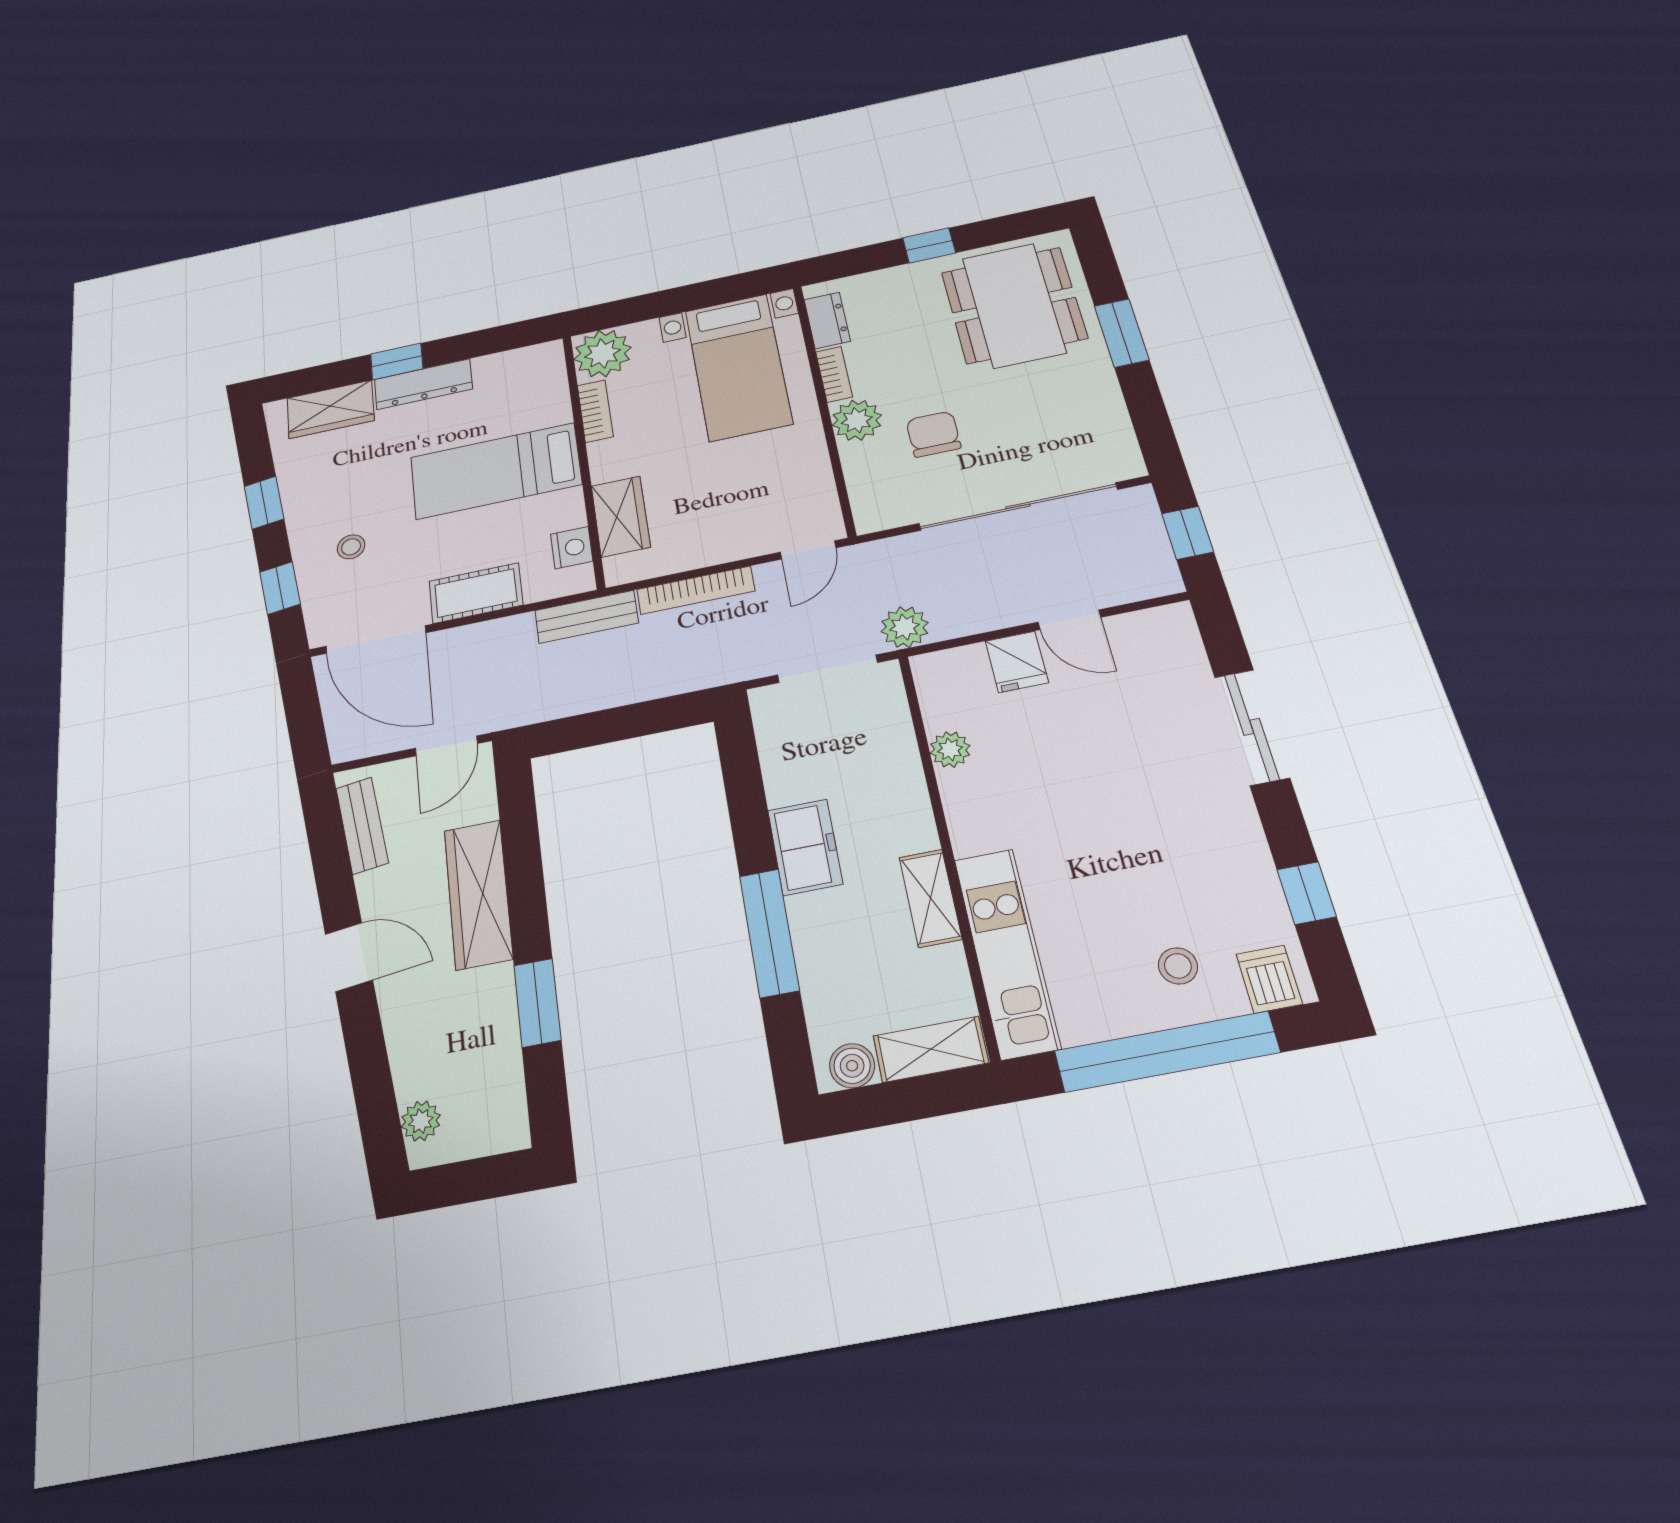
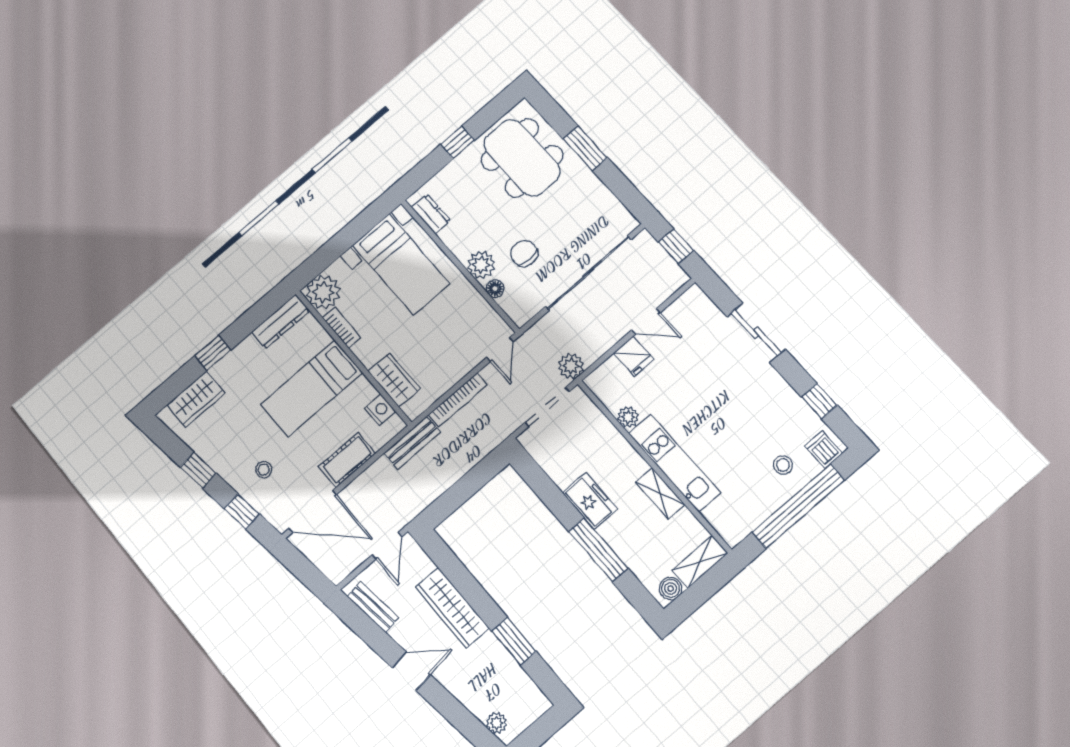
bookcase: (834, 374) -> (454, 244), removed
dresser: (423, 384) -> (281, 322), moved
floor lamp: (857, 462) -> (495, 289), added
kitchen unit: (1007, 952) -> (675, 463), moved

